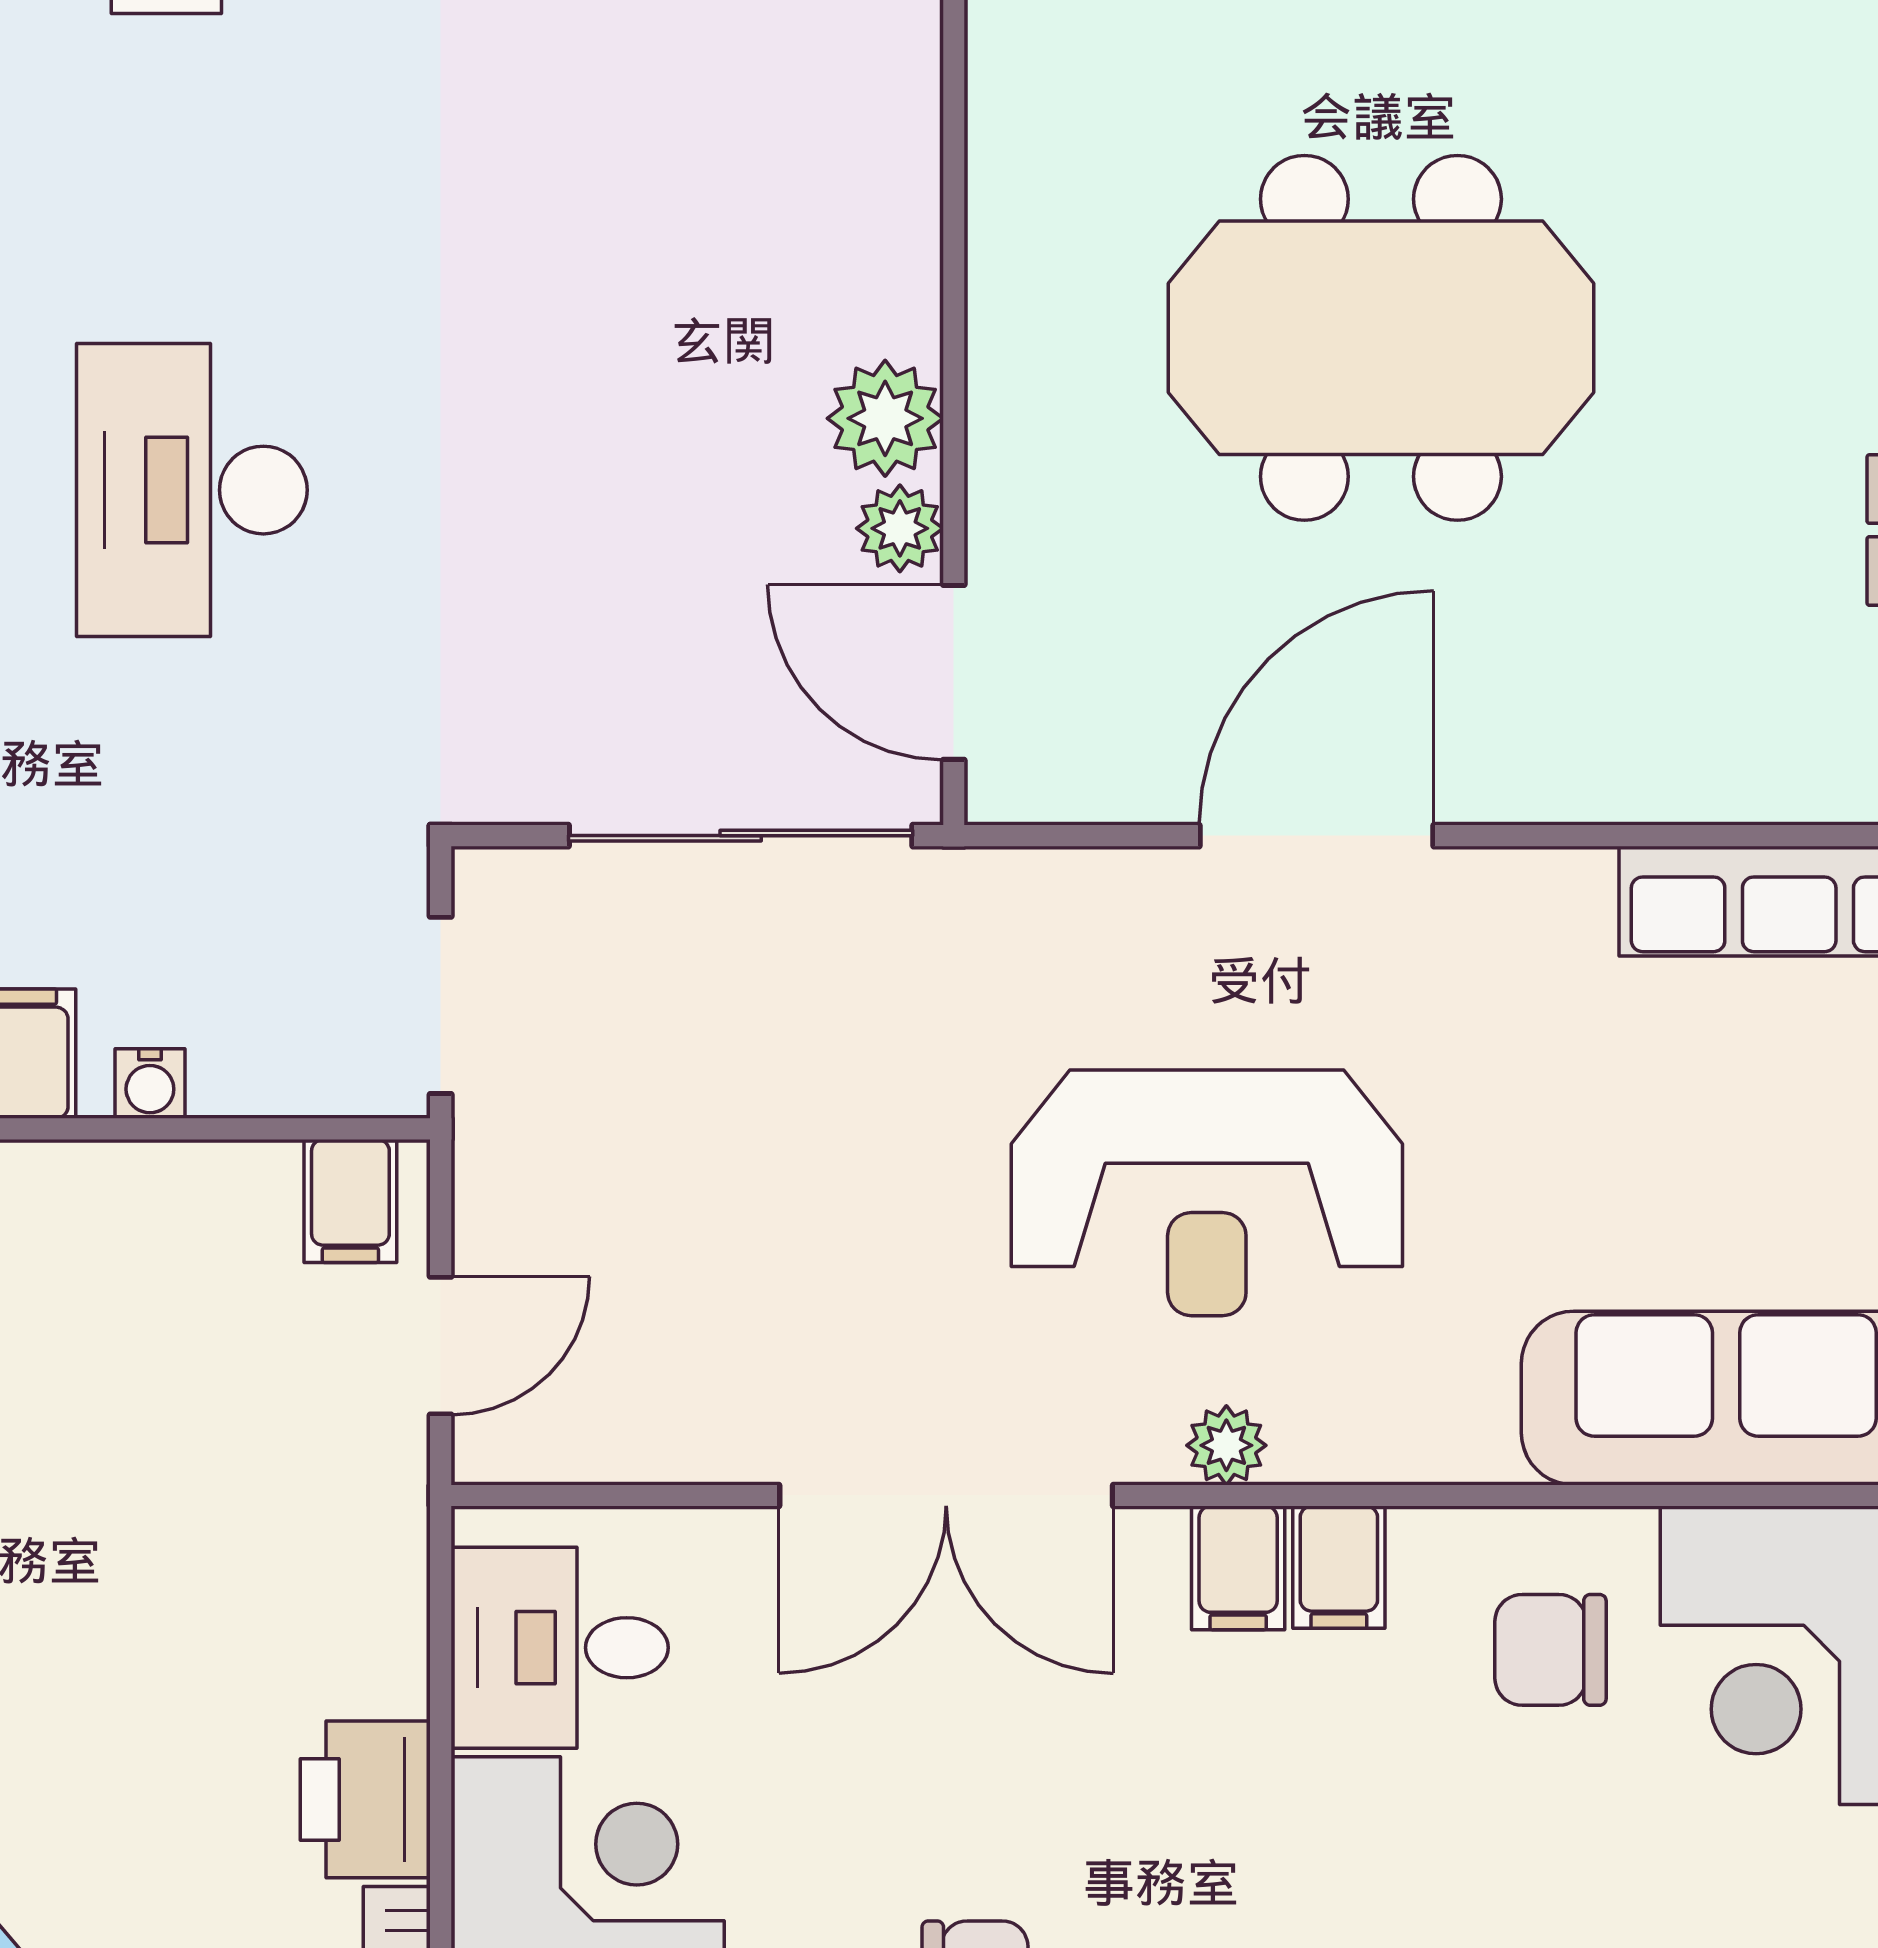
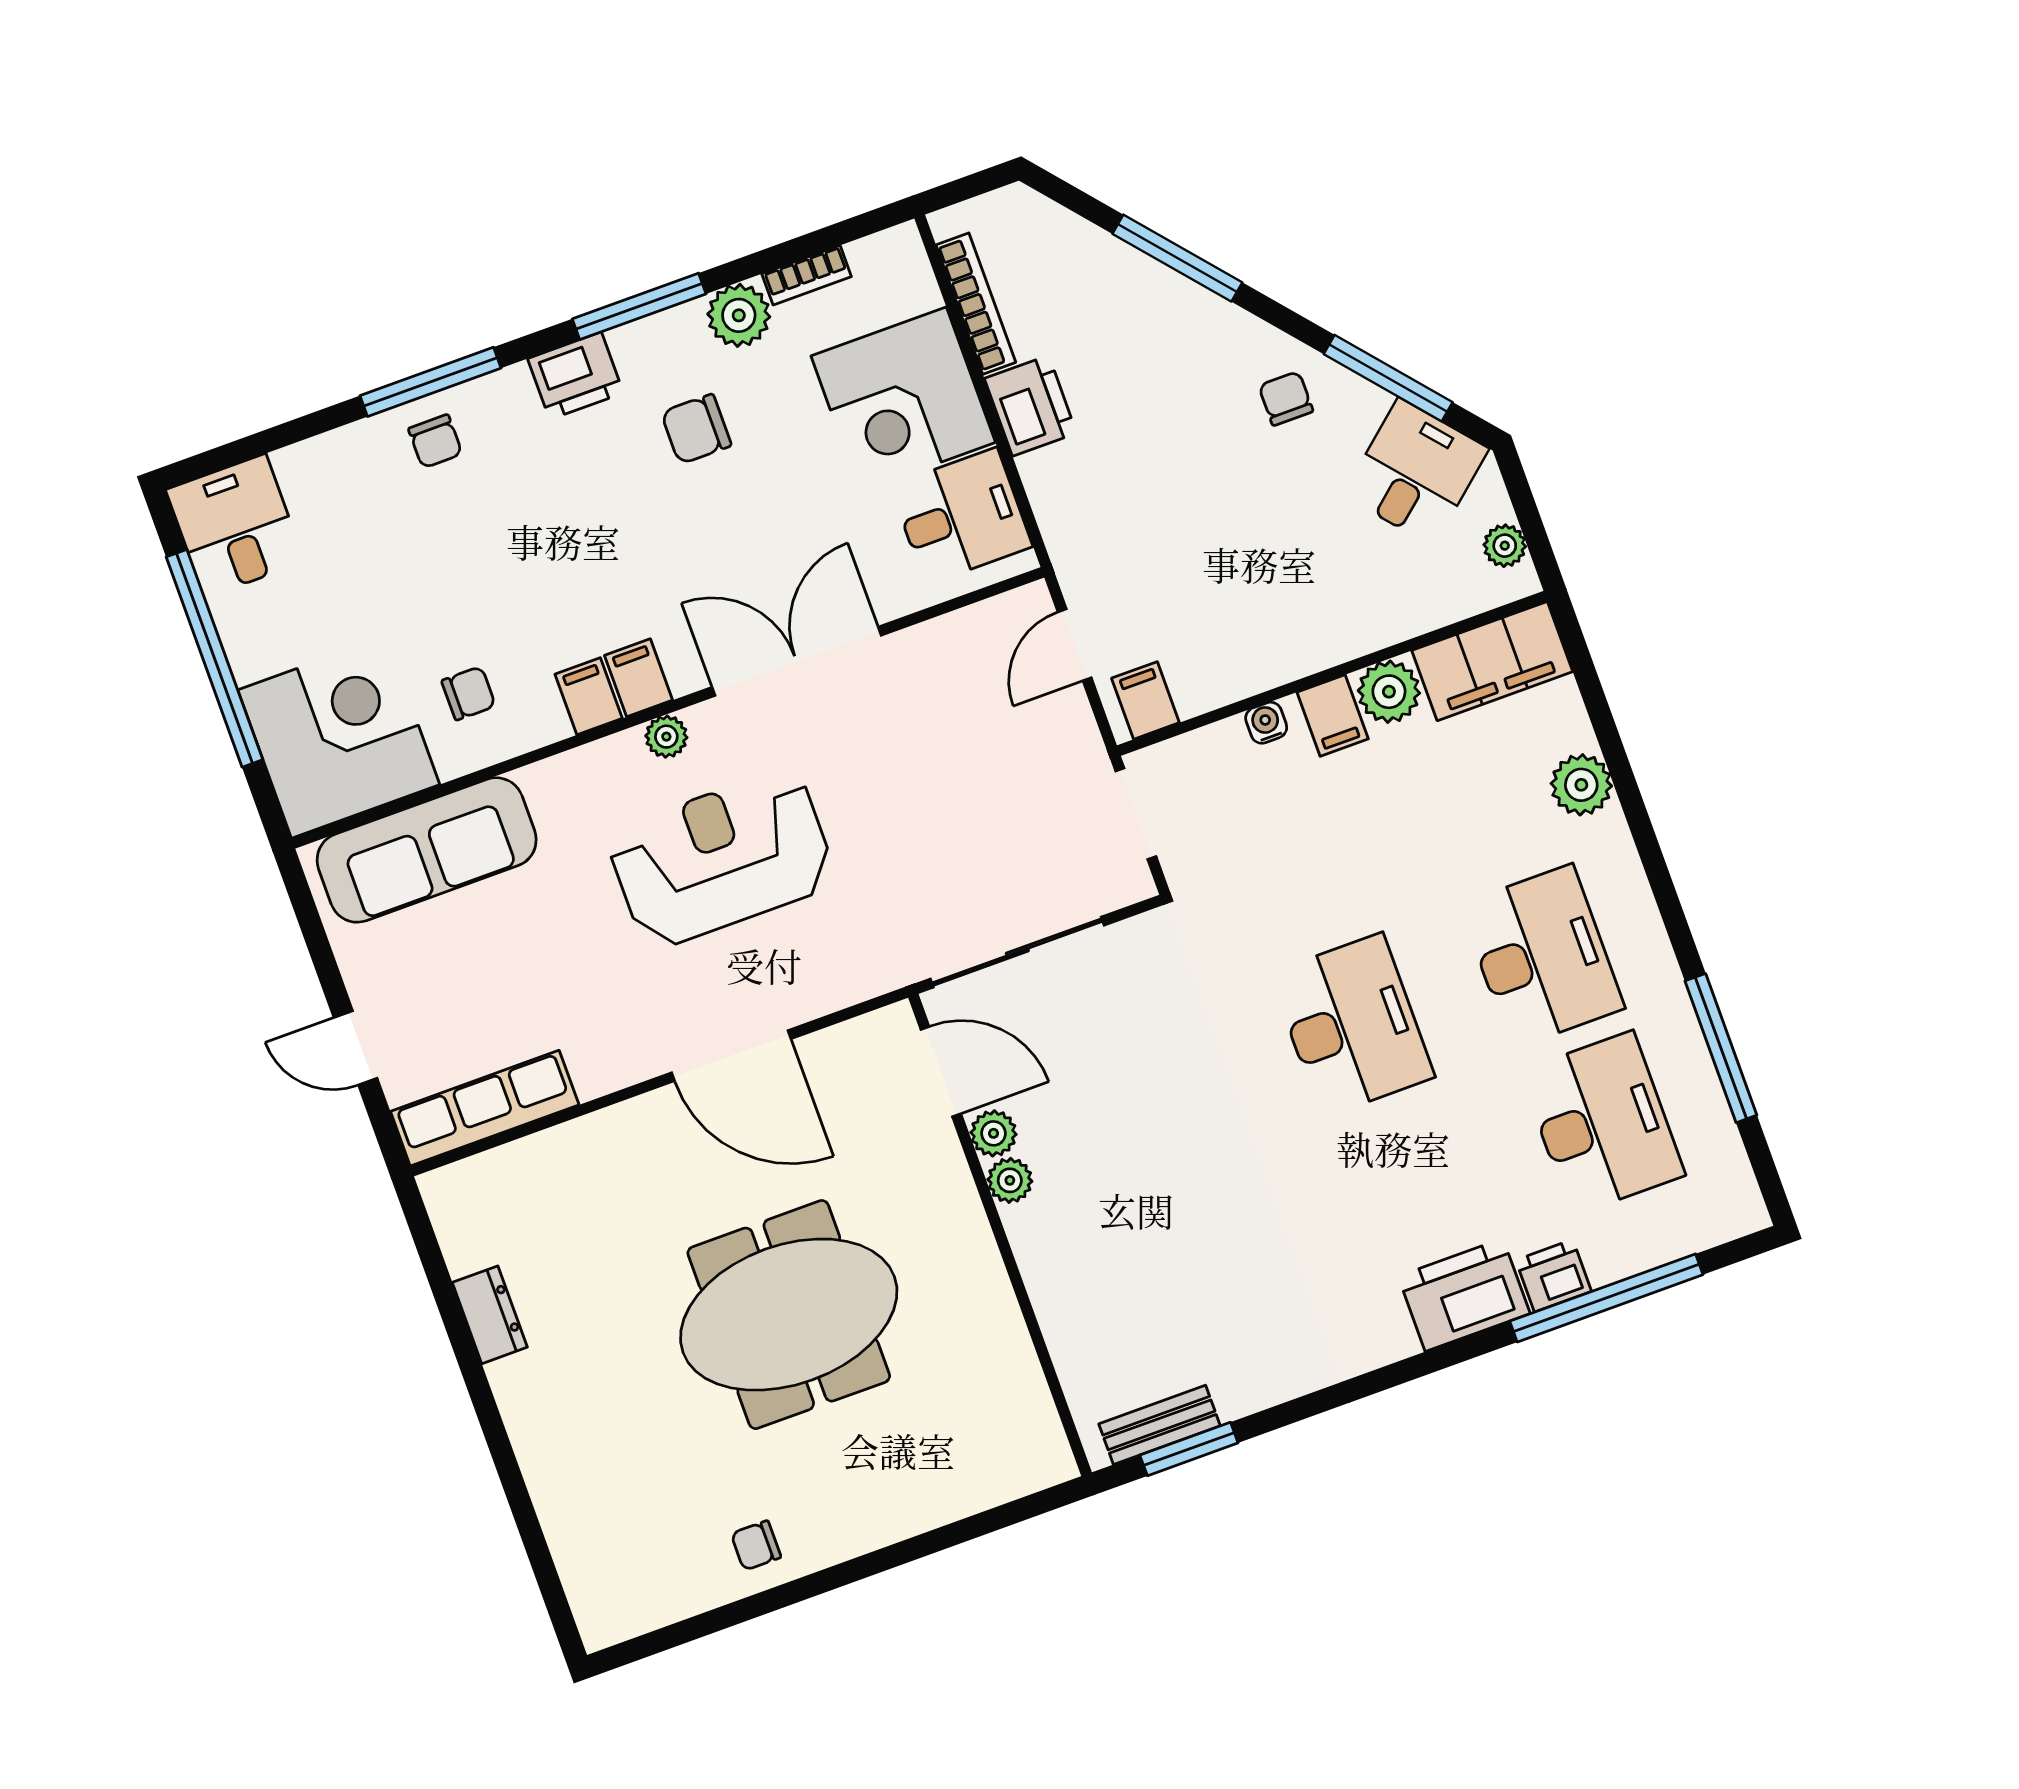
plant: (885, 418) -> (1010, 1180), width x0.73, depth x0.73
door: (1316, 836) -> (731, 1056), hinge flipped
chair: (1551, 1650) -> (469, 693), width x0.73, depth x0.73

